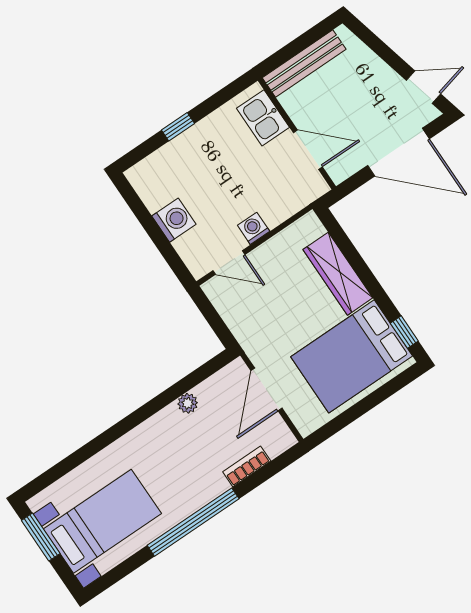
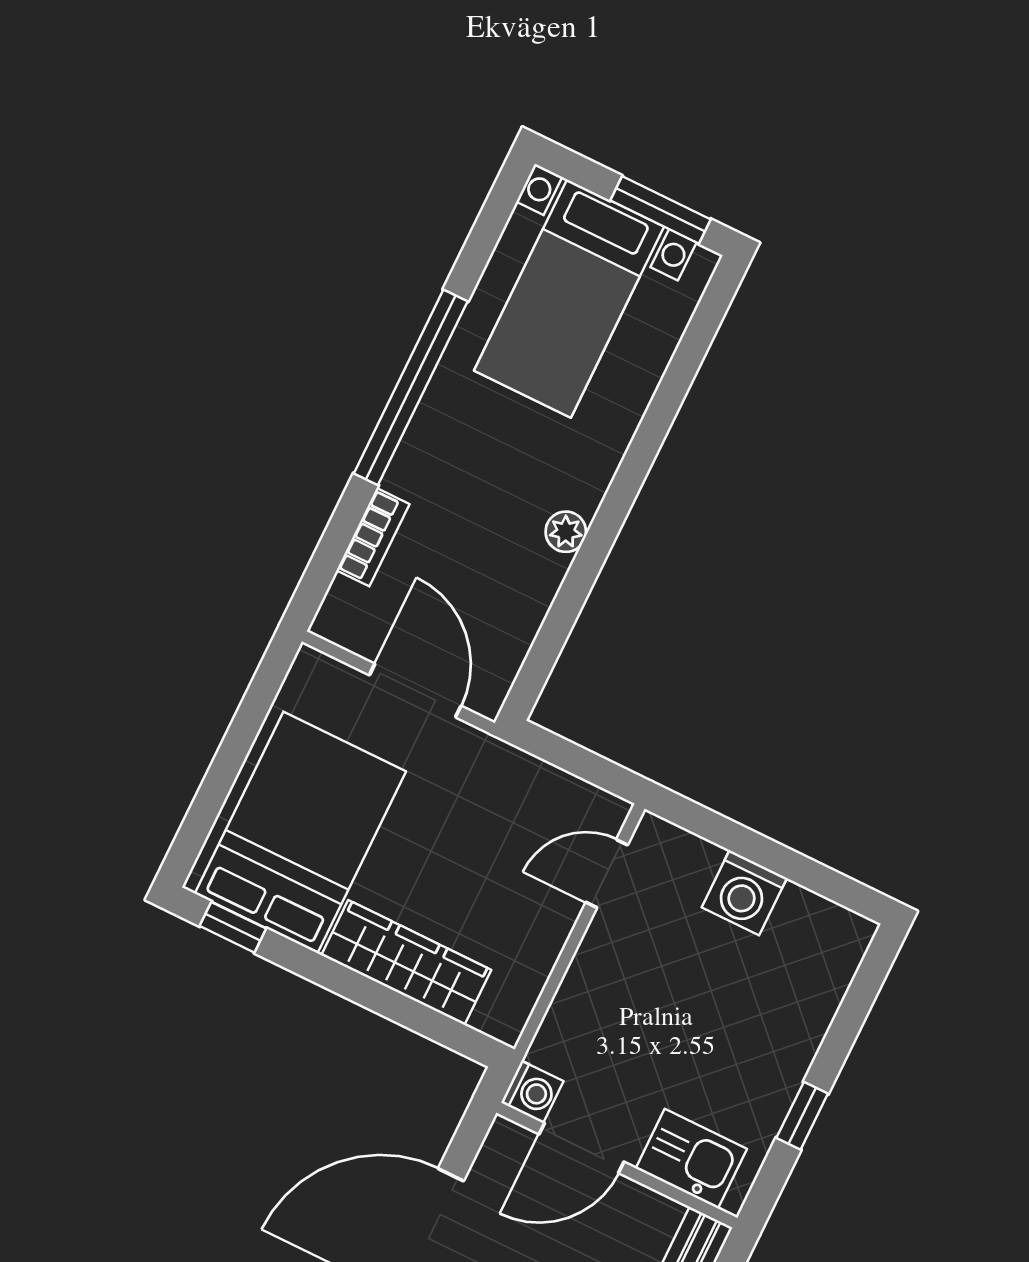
window: (178, 127) -> (802, 1116), moved
washing machine: (254, 228) -> (532, 1092), moved
plant: (188, 403) -> (566, 532), moved

